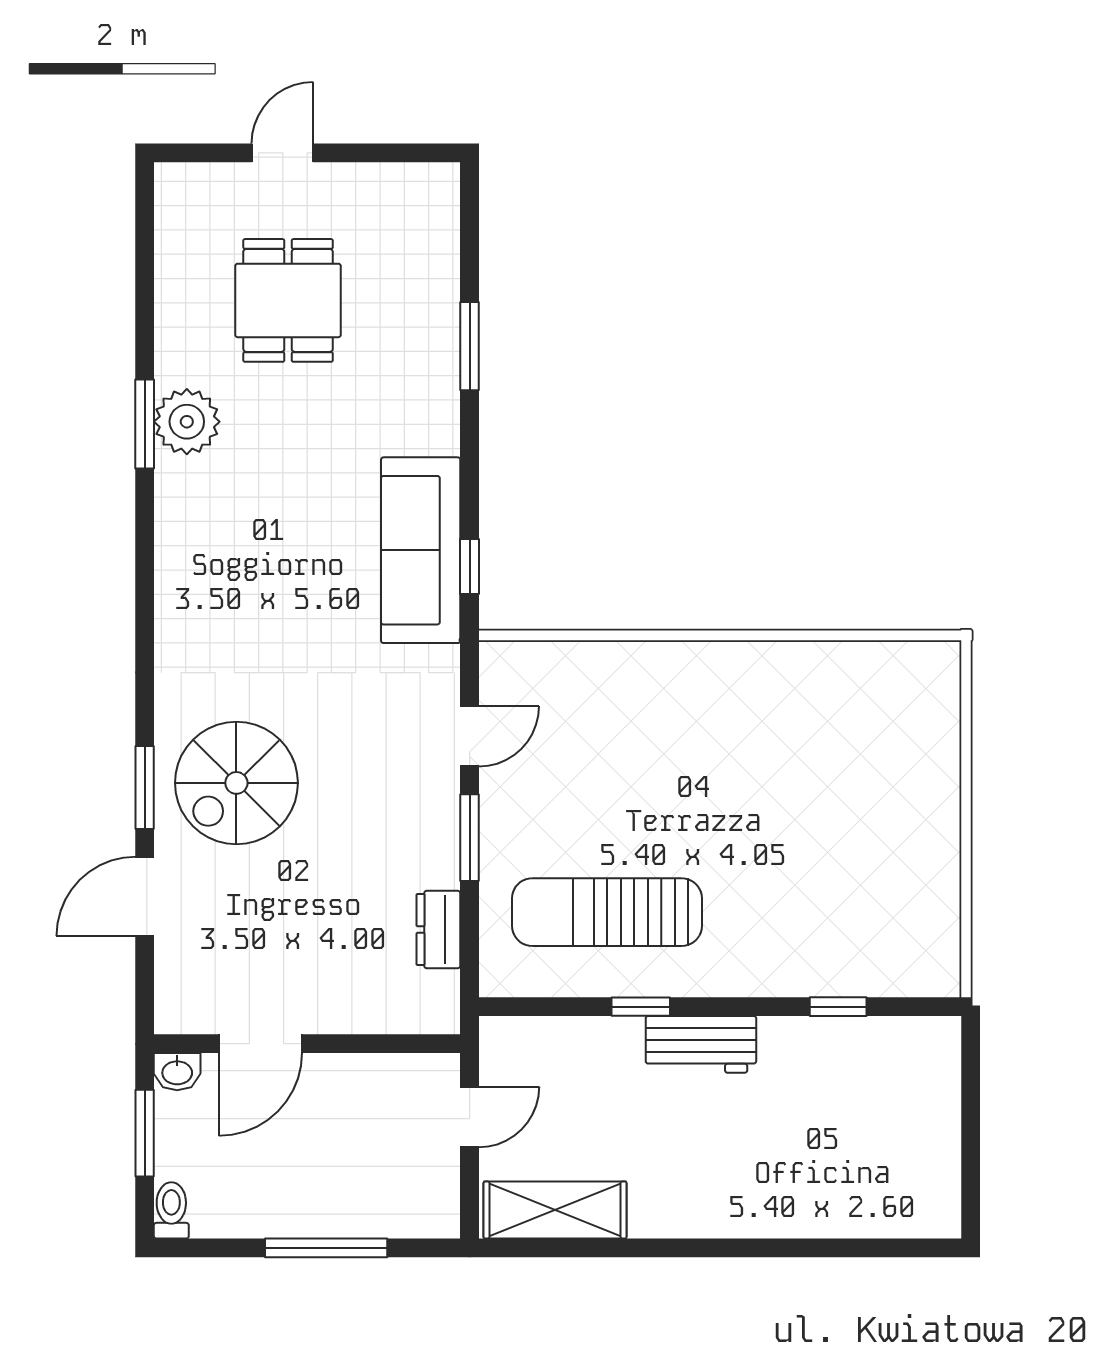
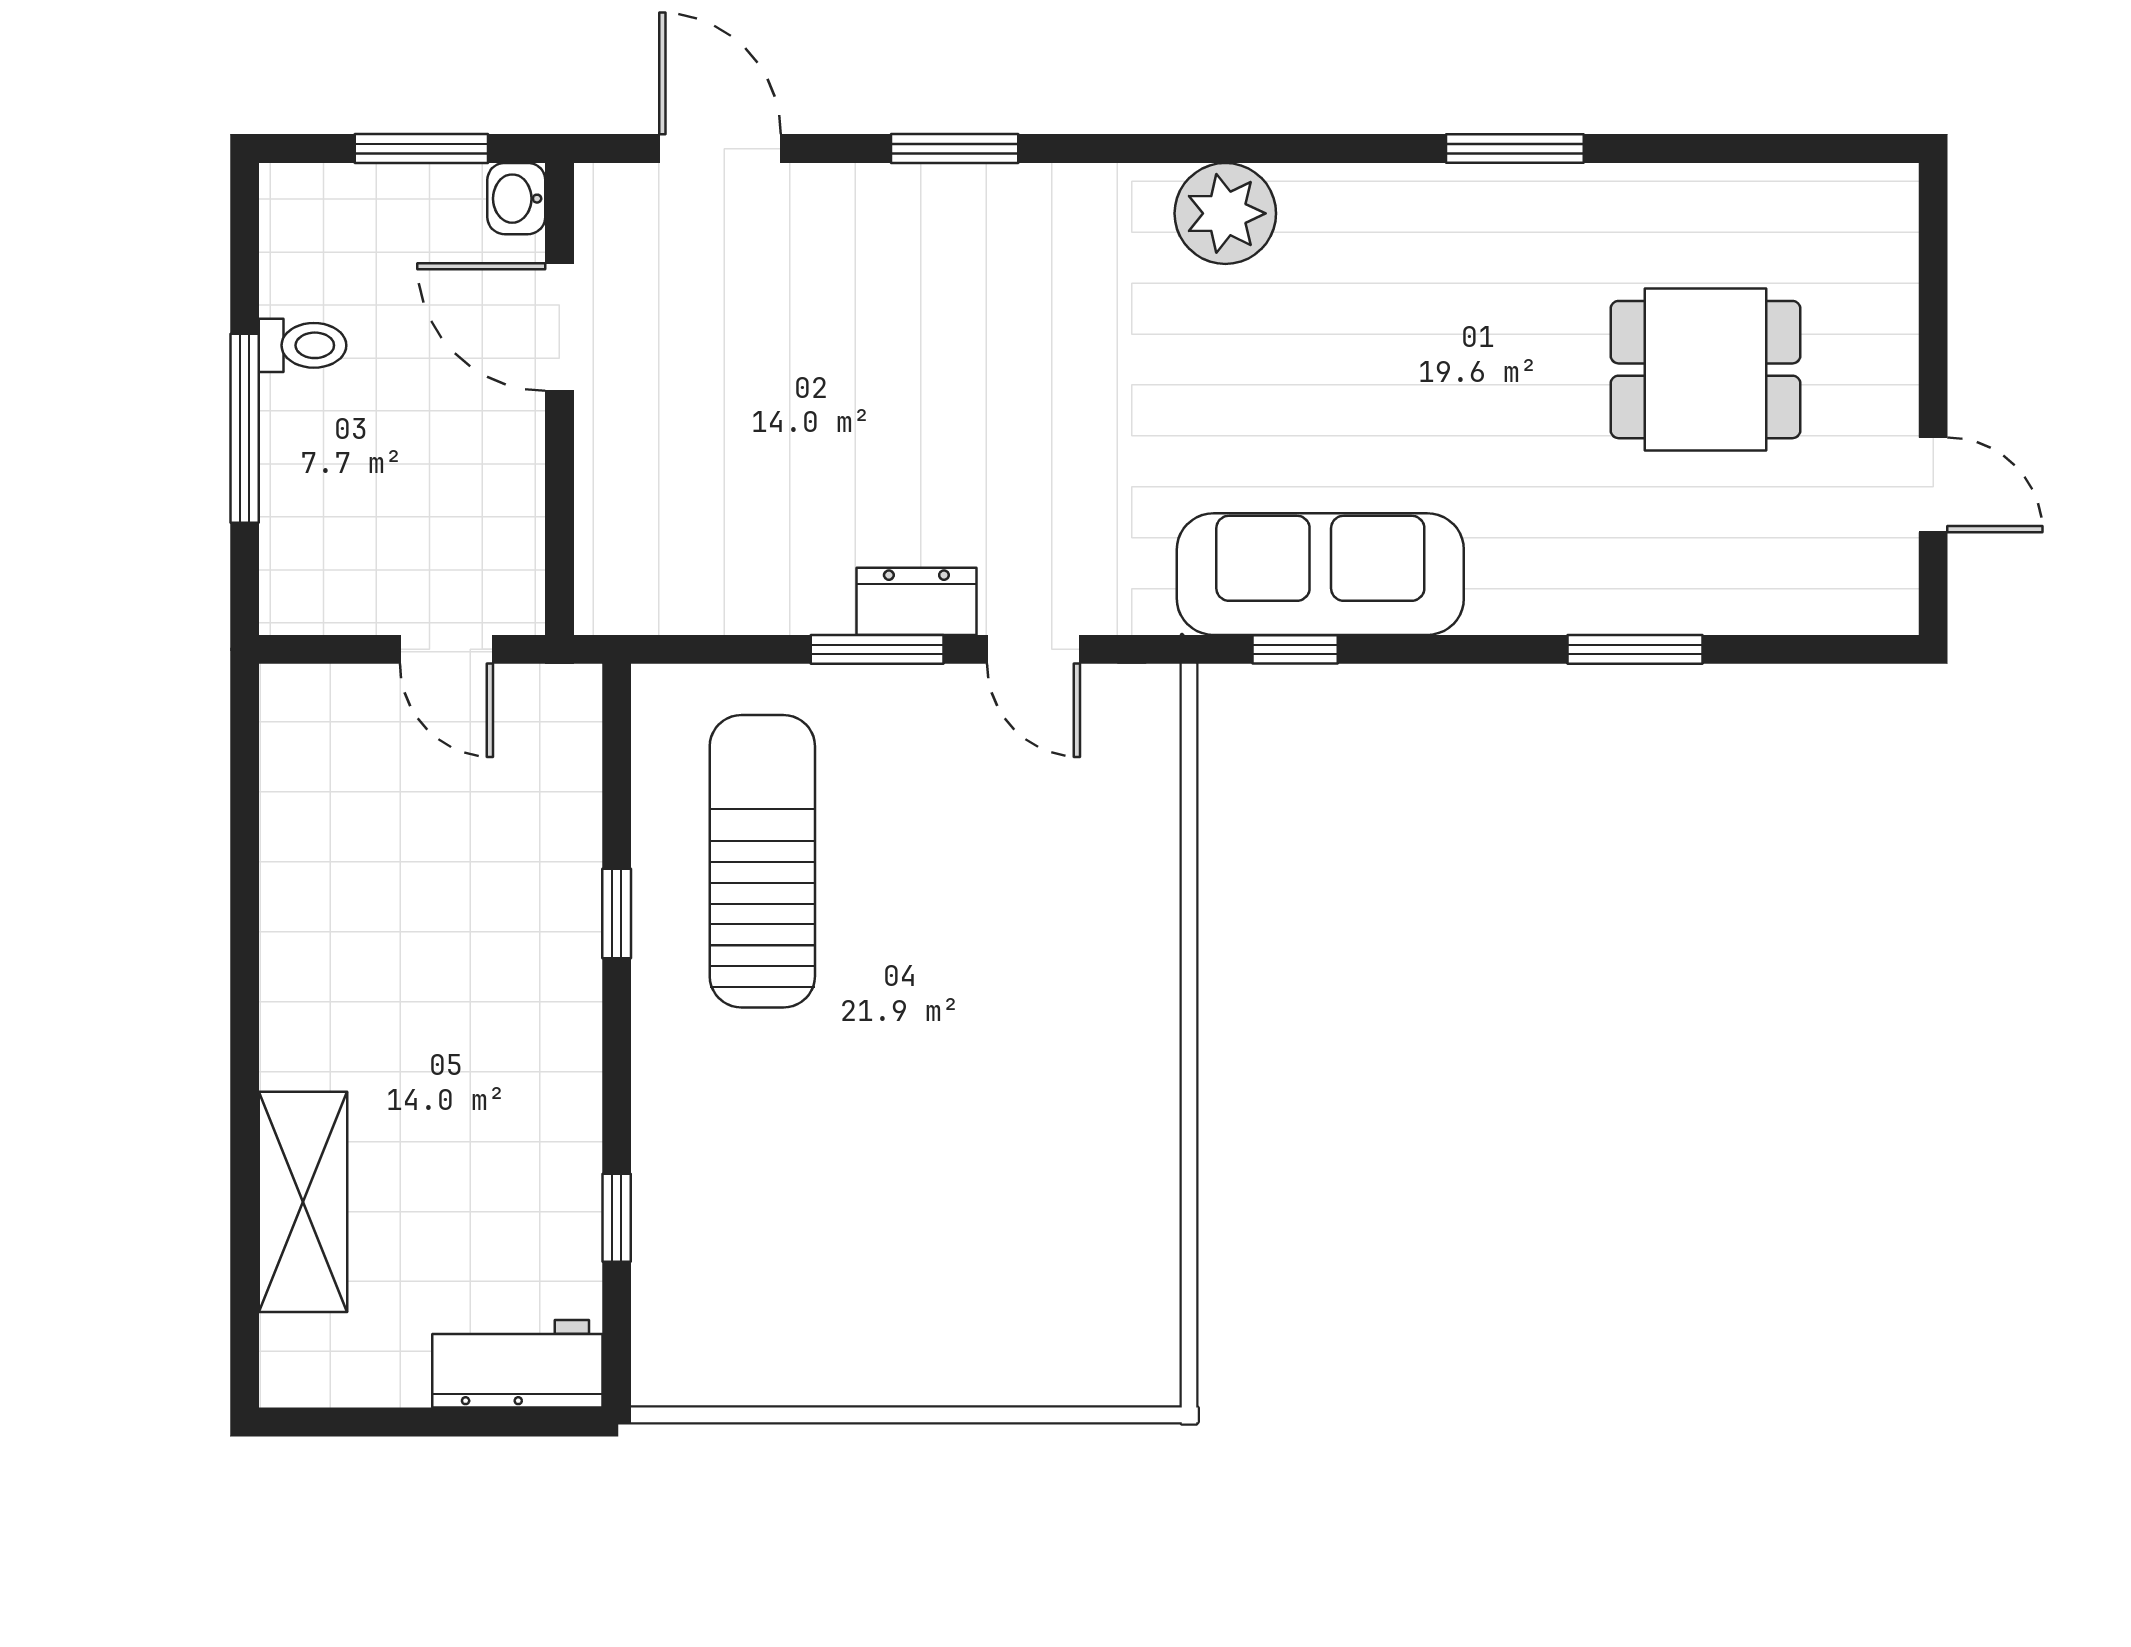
door: (282, 153) -> (1933, 485), moved
plant: (187, 422) -> (1225, 213), moved
spiral stairs: (236, 783) -> (962, 290), removed
door: (145, 896) -> (720, 149), moved
dresser: (438, 930) -> (916, 601), moved
workbench: (701, 1044) -> (517, 1364), moved, turned 90
toilet: (171, 1210) -> (303, 345), moved
shelving: (555, 1210) -> (303, 1202), moved

